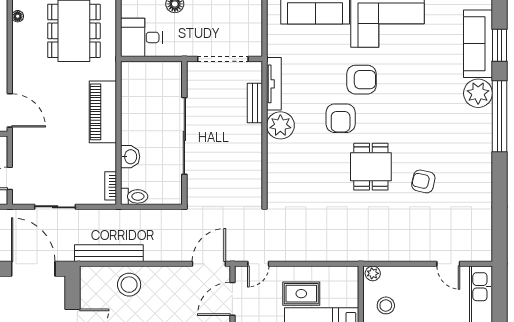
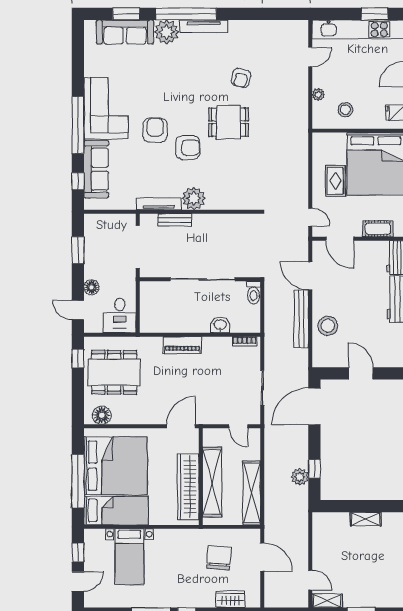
floor lamp: (18, 16) -> (102, 415), width x1.89, depth x1.89
piano: (103, 112) -> (182, 345), width x0.73, depth x0.75
tv unit: (485, 137) -> (204, 26), added
toilet: (134, 196) -> (254, 292), moved, turned 180
bench: (109, 253) -> (301, 319), moved
door: (209, 264) -> (310, 276), moved
plant: (373, 273) -> (318, 95), moved

